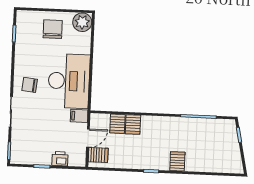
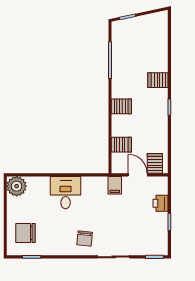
chair: (53, 29) -> (26, 233), moved
desk: (69, 81) -> (66, 193), width x0.53, depth x0.77
server rack: (133, 125) -> (121, 106), moved

